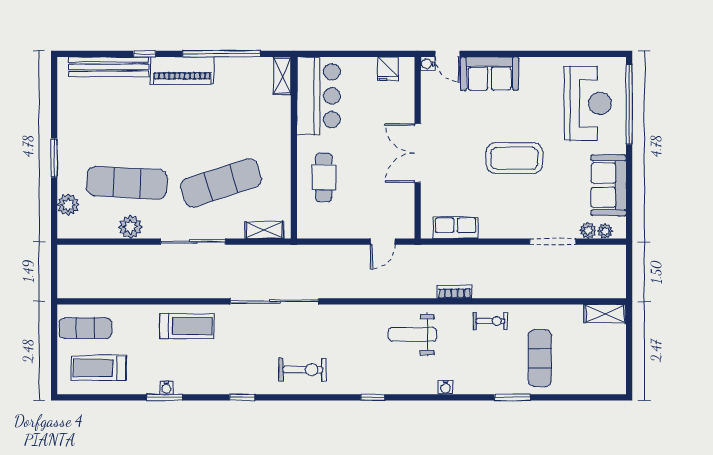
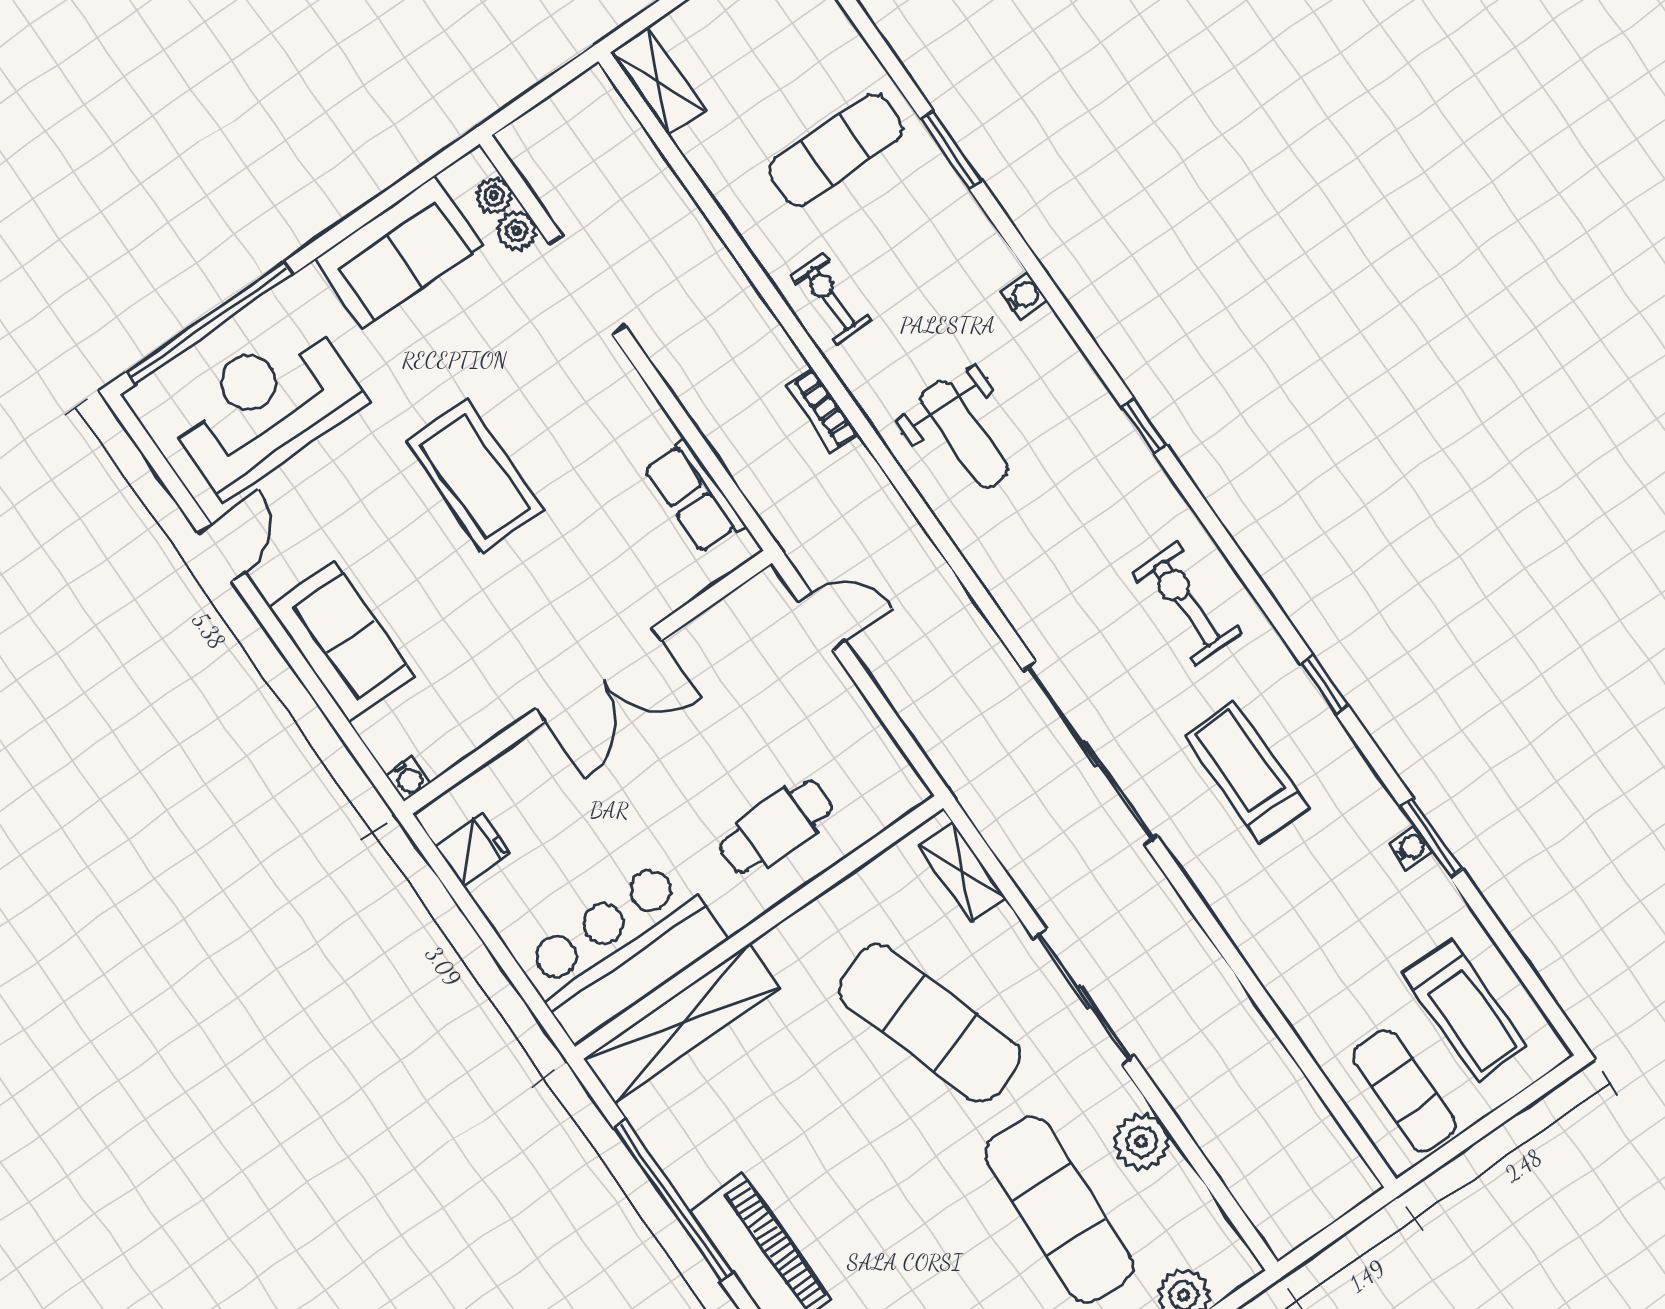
door: (447, 54) -> (221, 553), moved
shelving: (282, 76) -> (682, 1024), width x2.20, depth x1.33
treadmill: (187, 326) -> (1247, 772), moved

